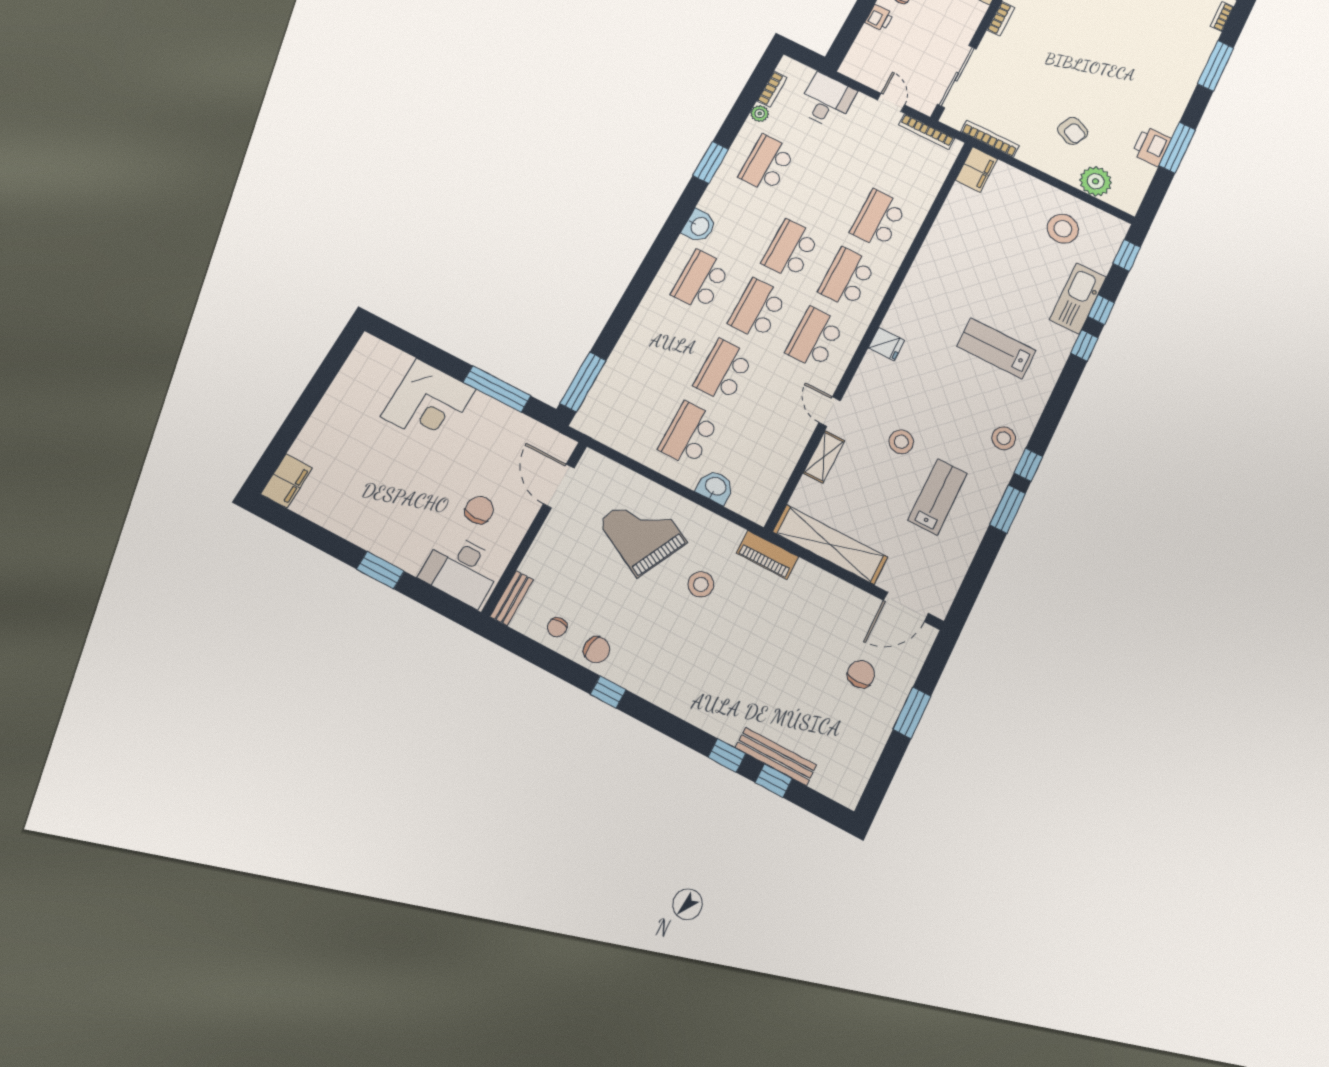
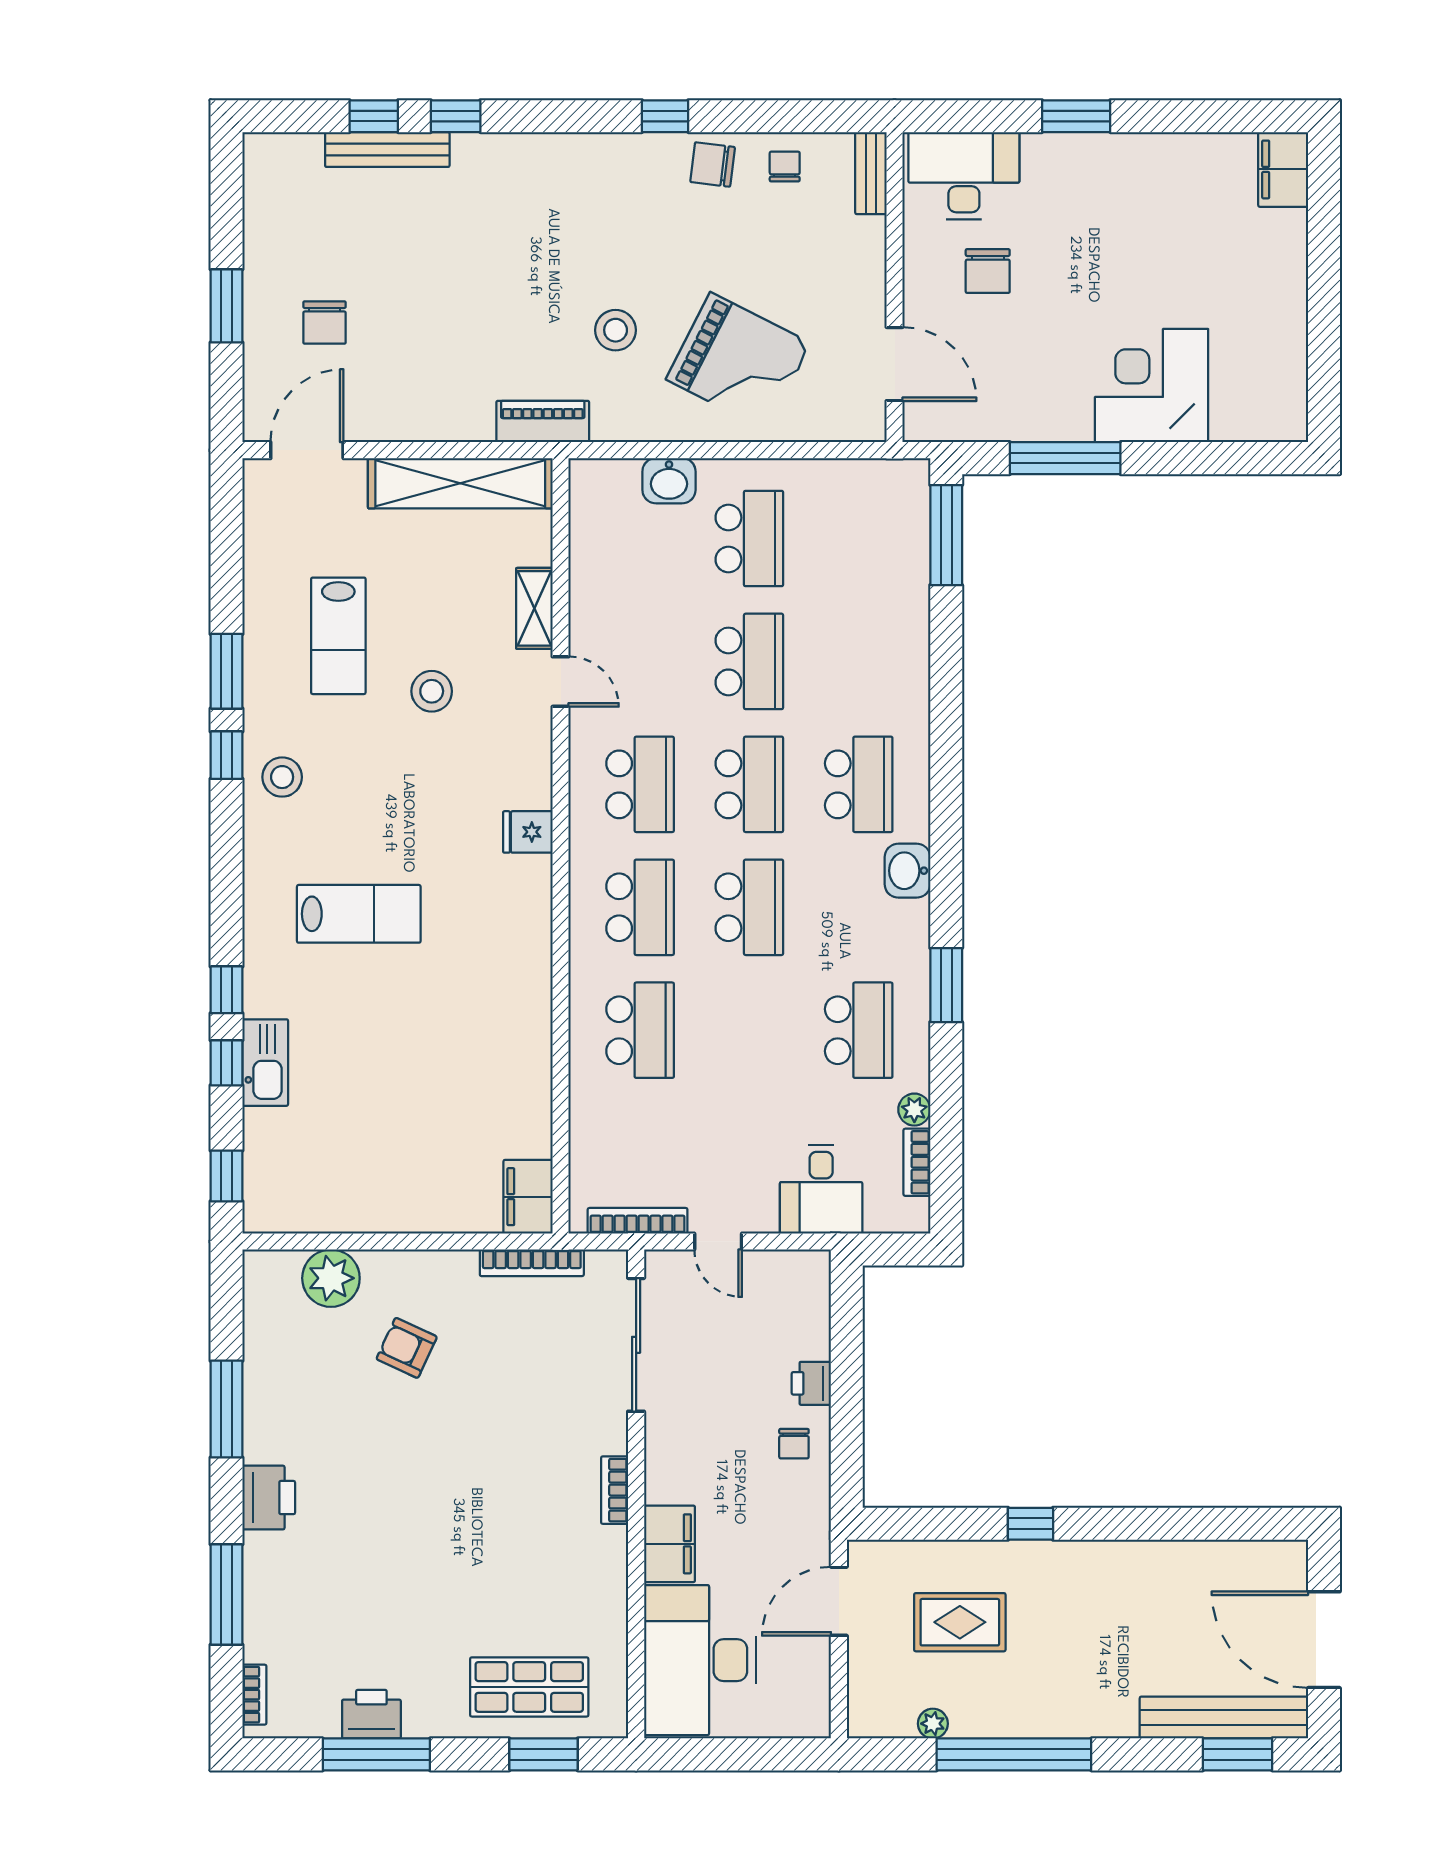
printer: (1152, 146) -> (269, 1498), moved
stool: (1063, 229) -> (346, 1168), removed
kitchen sink: (1078, 298) -> (265, 1063), width x0.73, depth x0.81

